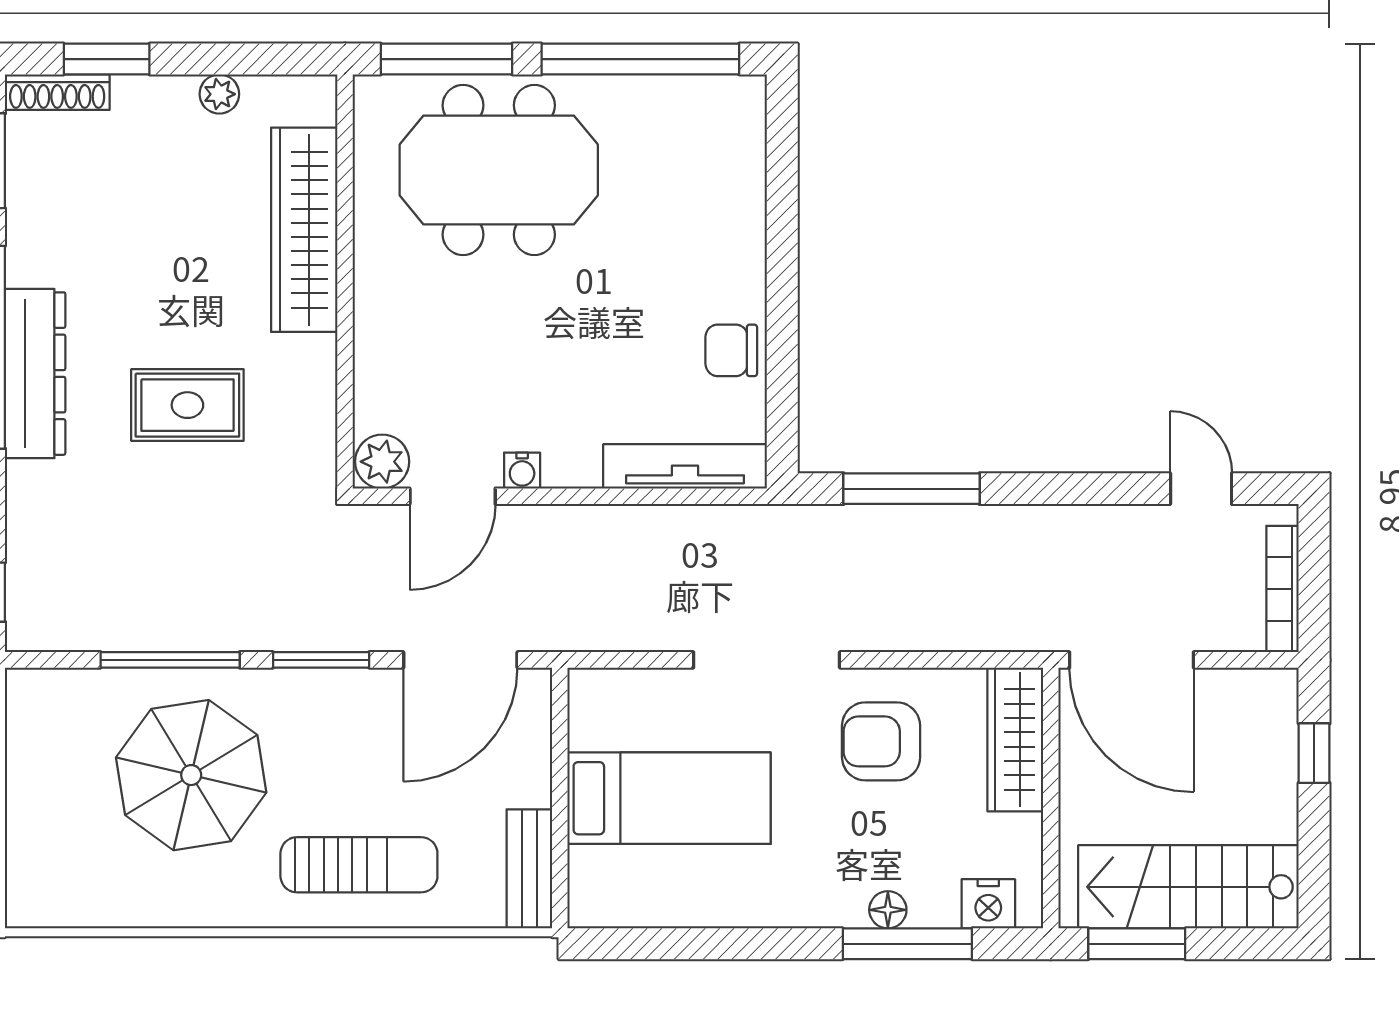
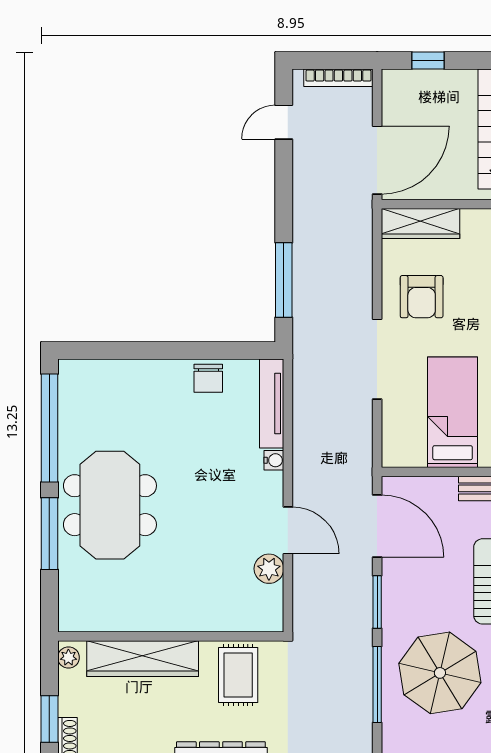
wardrobe: (304, 230) -> (143, 659), moved
wall: (345, 281) -> (171, 636), moved
water cooler: (522, 471) -> (274, 460), moved

